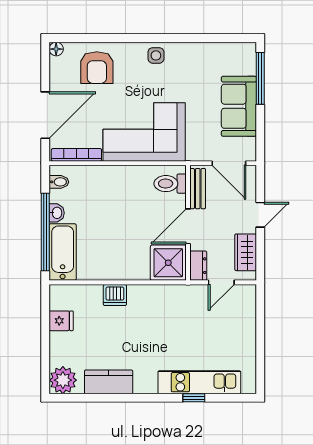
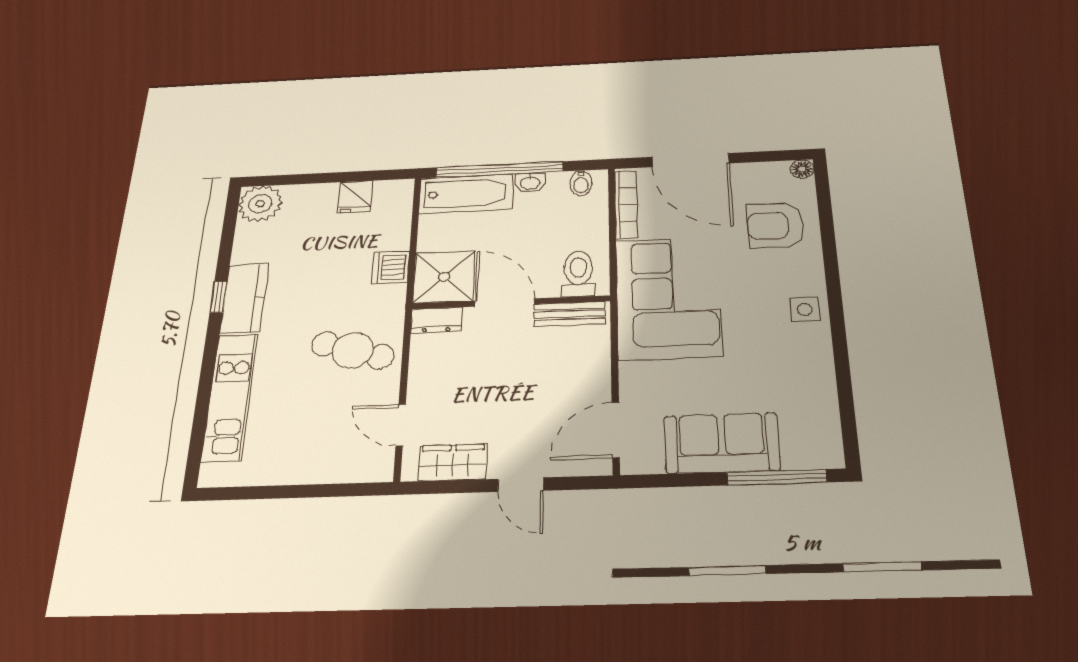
toilet: (170, 184) -> (578, 274), moved
bench: (198, 189) -> (569, 314), moved
wall: (188, 223) -> (511, 302), moved
door: (188, 226) -> (505, 303), moved
shower: (168, 263) -> (444, 277), moved
dresser: (198, 266) -> (437, 320), moved
cafe table: (171, 314) -> (352, 350), added
kitchen counter: (109, 382) -> (244, 298), moved
window: (194, 398) -> (218, 297), moved

